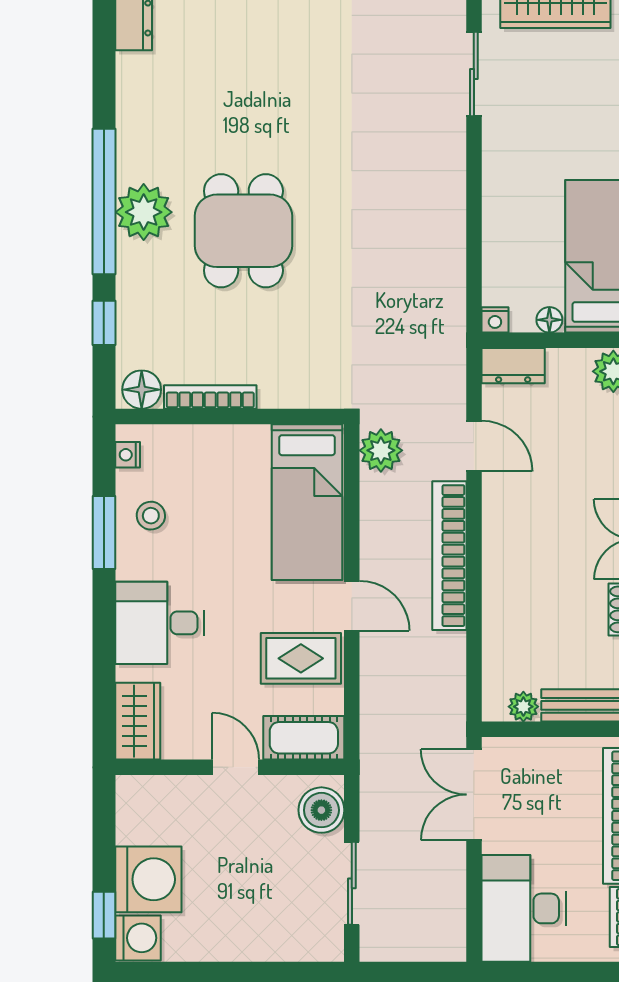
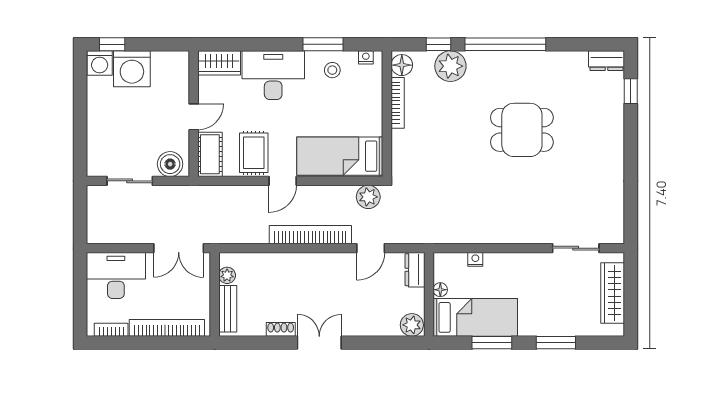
plant: (144, 212) -> (450, 66), moved
dining table: (243, 231) -> (522, 130), moved
nightstand: (495, 320) -> (475, 259), moved, turned 90
desk: (160, 623) -> (273, 75), width x1.37
double door: (474, 795) -> (179, 248), swing flipped

